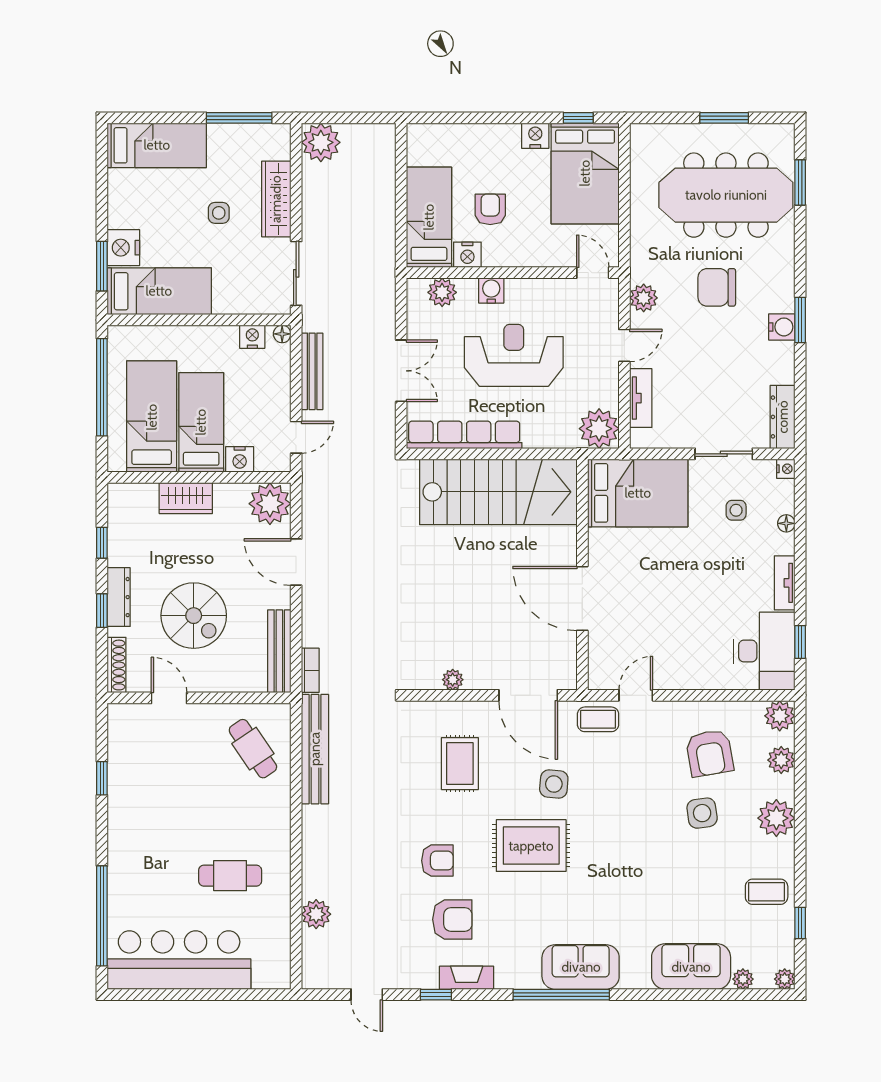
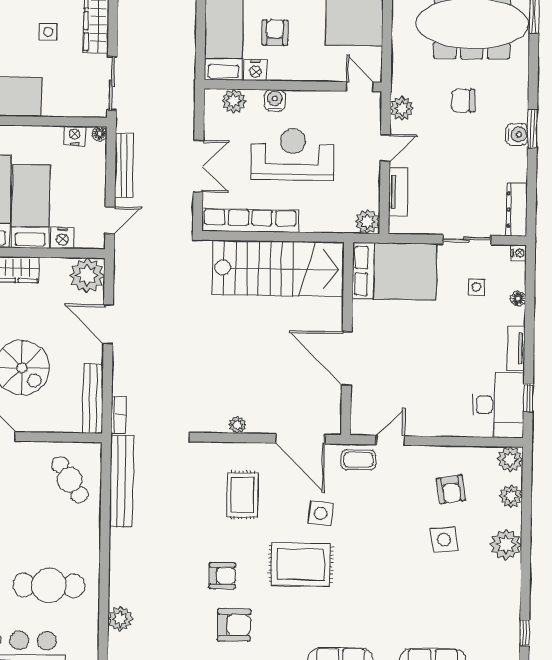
chair: (717, 287) -> (463, 101), width x0.73, depth x0.73
plant: (599, 429) -> (367, 221), width x0.73, depth x0.73
armchair: (710, 753) -> (451, 489), width x0.72, depth x0.72
cafe table: (230, 876) -> (49, 586), width x1.37, depth x1.35
coffee table: (767, 892) -> (497, 606), removed

